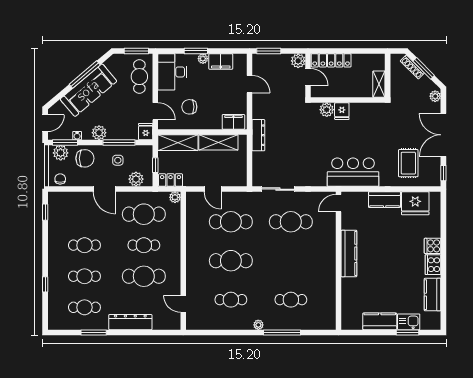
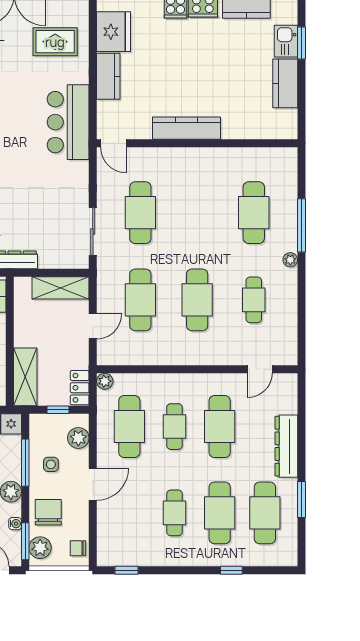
shelving: (218, 142) -> (61, 288), moved, turned 90
cafe table: (84, 276) -> (220, 513), width x1.37, depth x1.35
cafe table: (291, 300) -> (254, 213), width x1.37, depth x1.35
cafe table: (84, 307) -> (265, 513), width x1.37, depth x1.35

